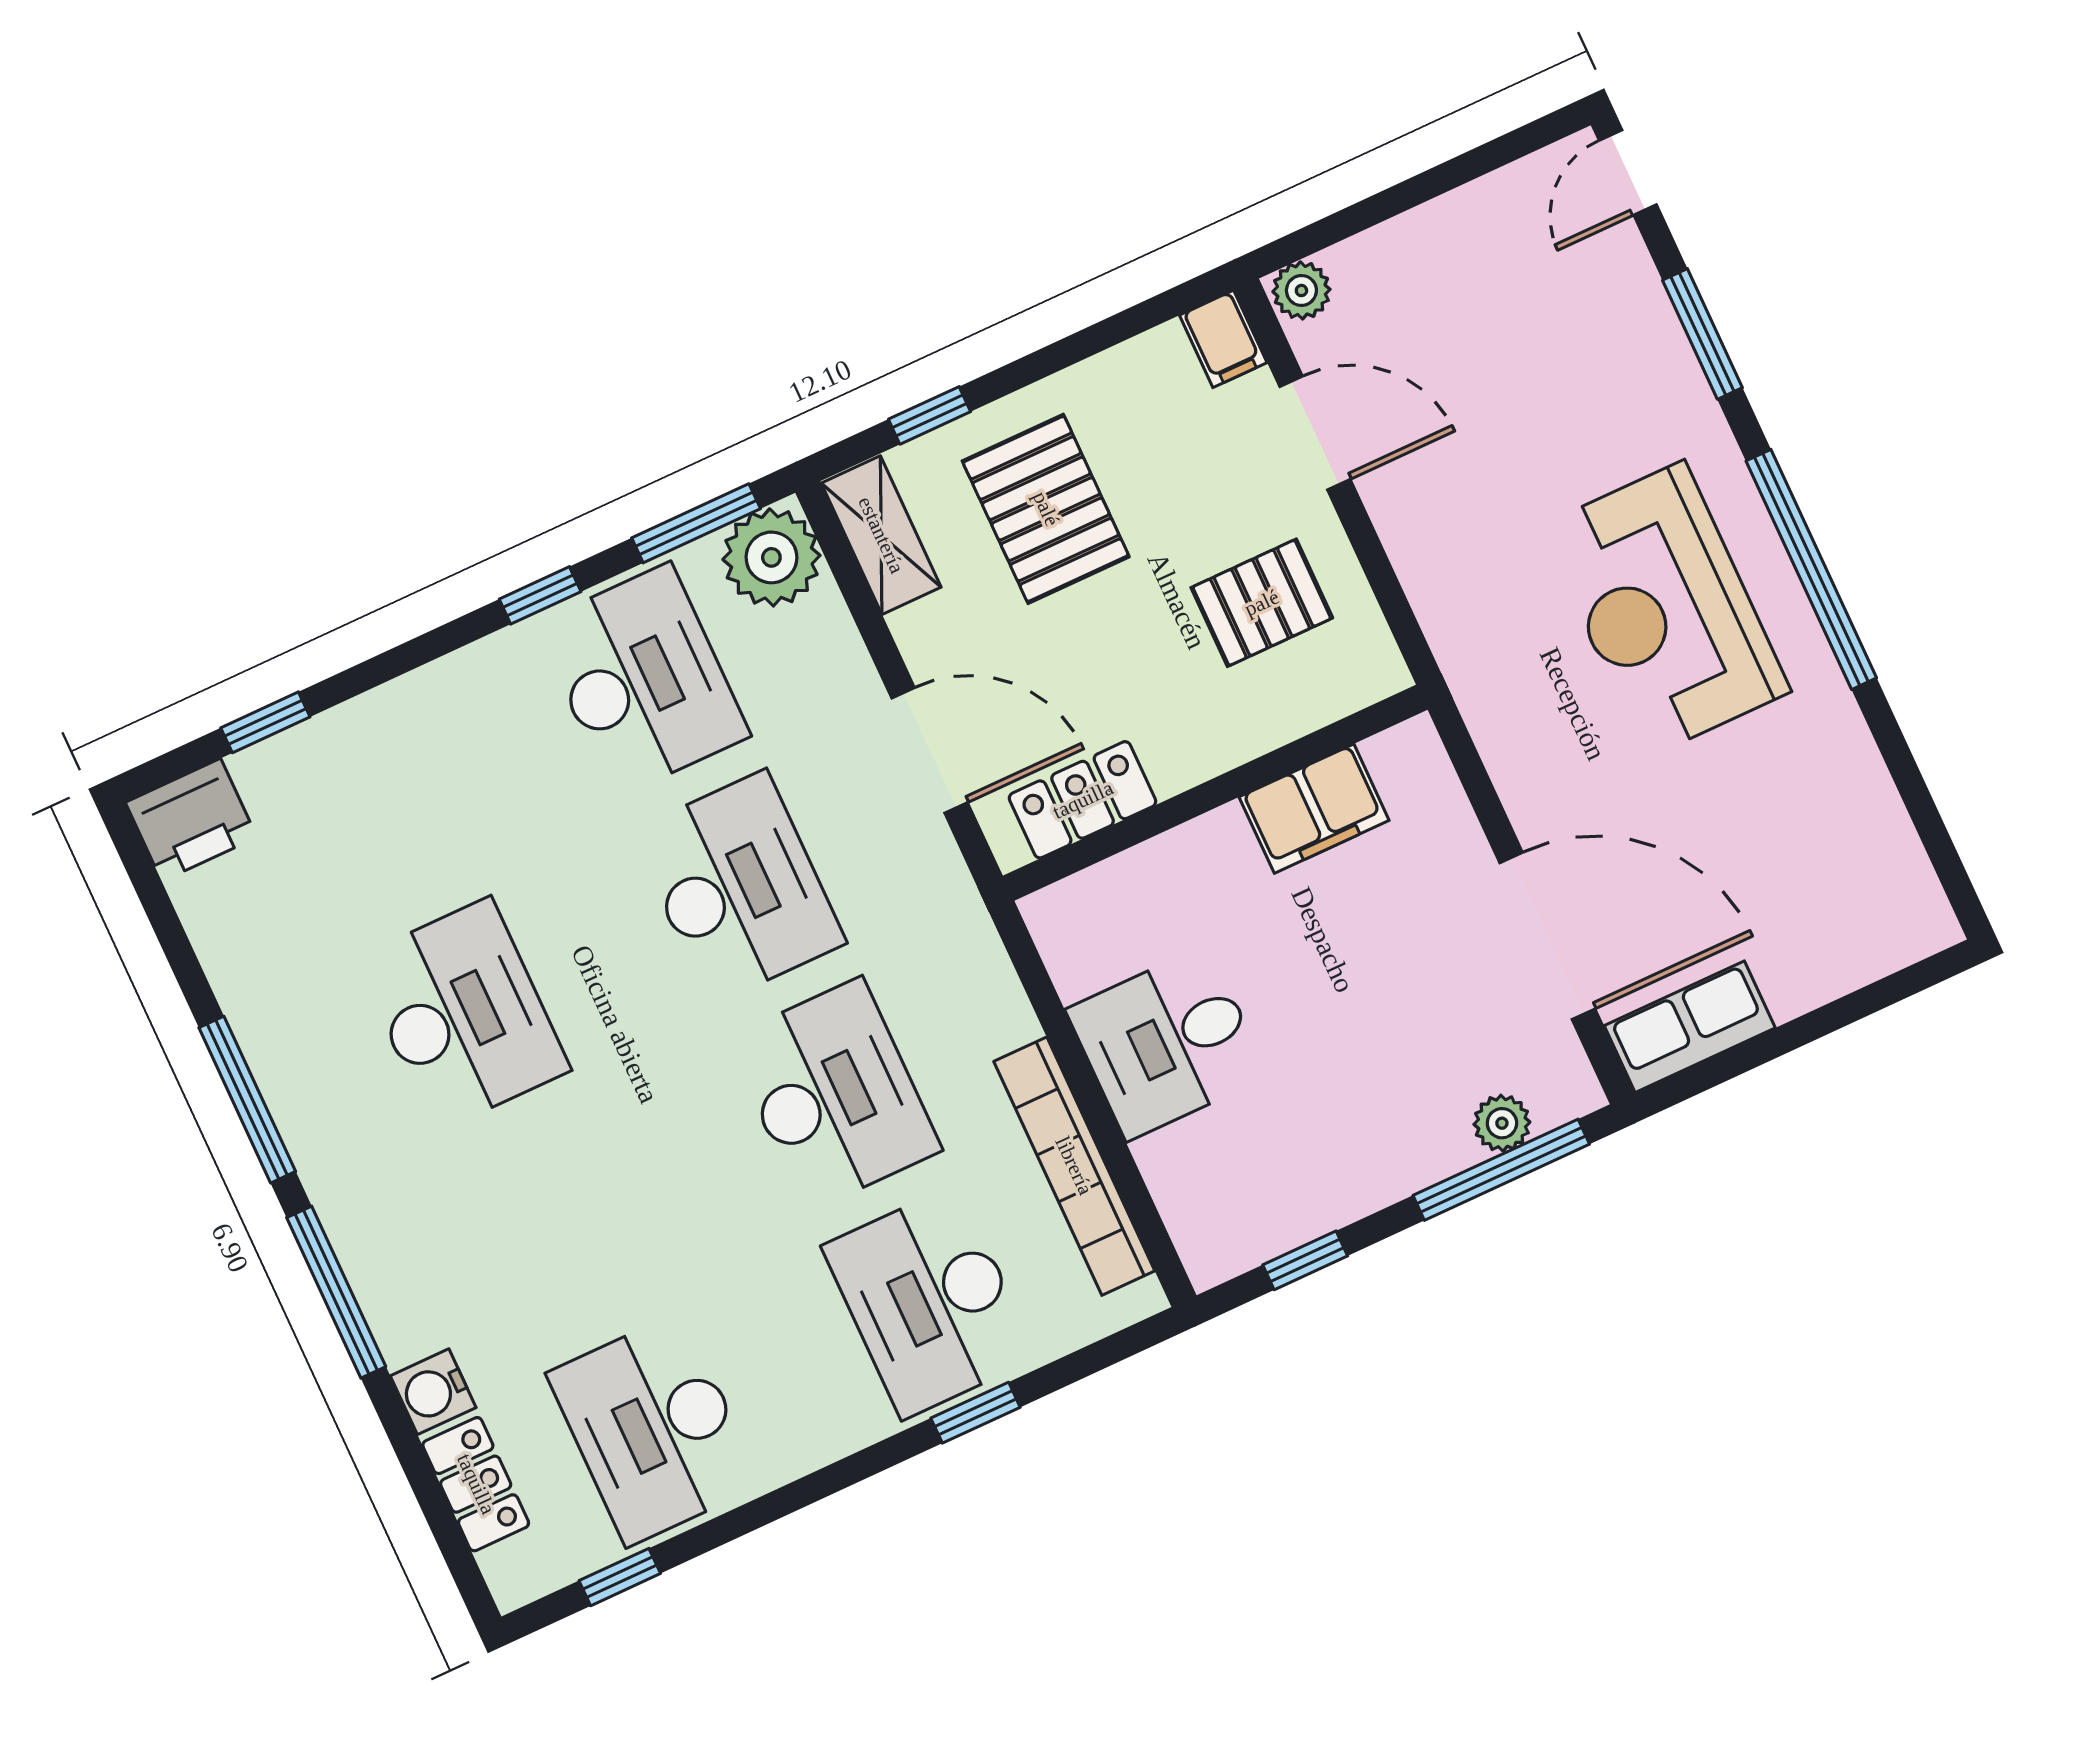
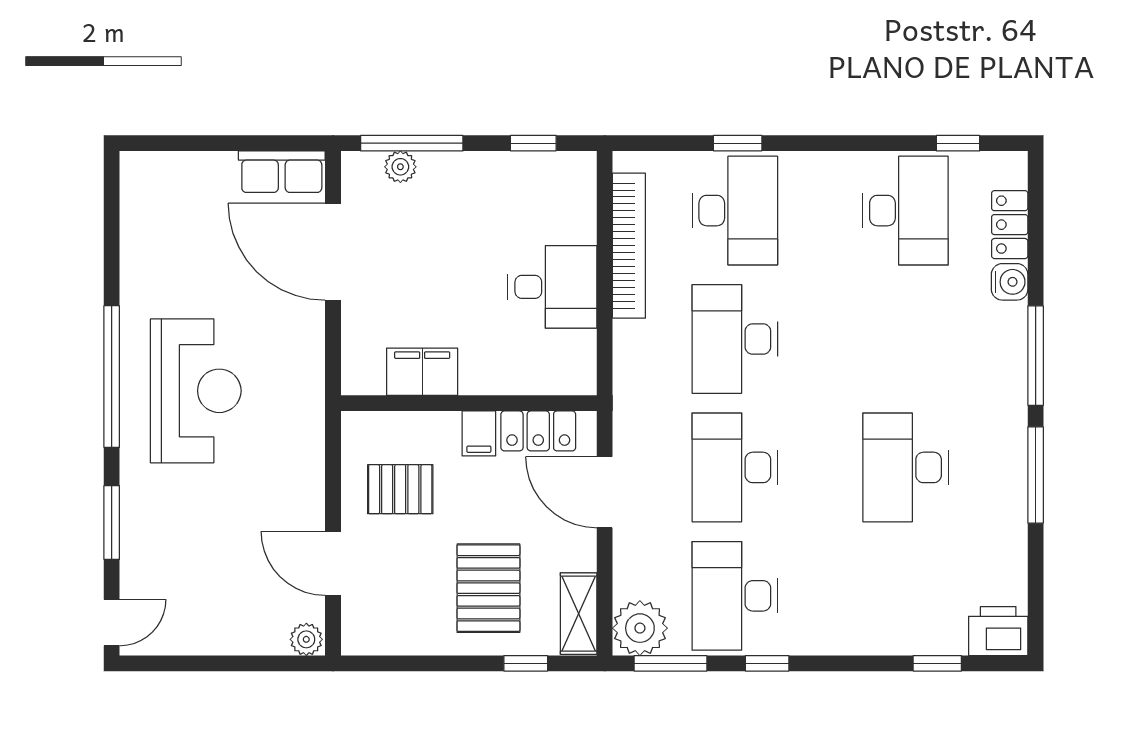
filing cabinet: (1223, 339) -> (479, 433), moved, turned 180

